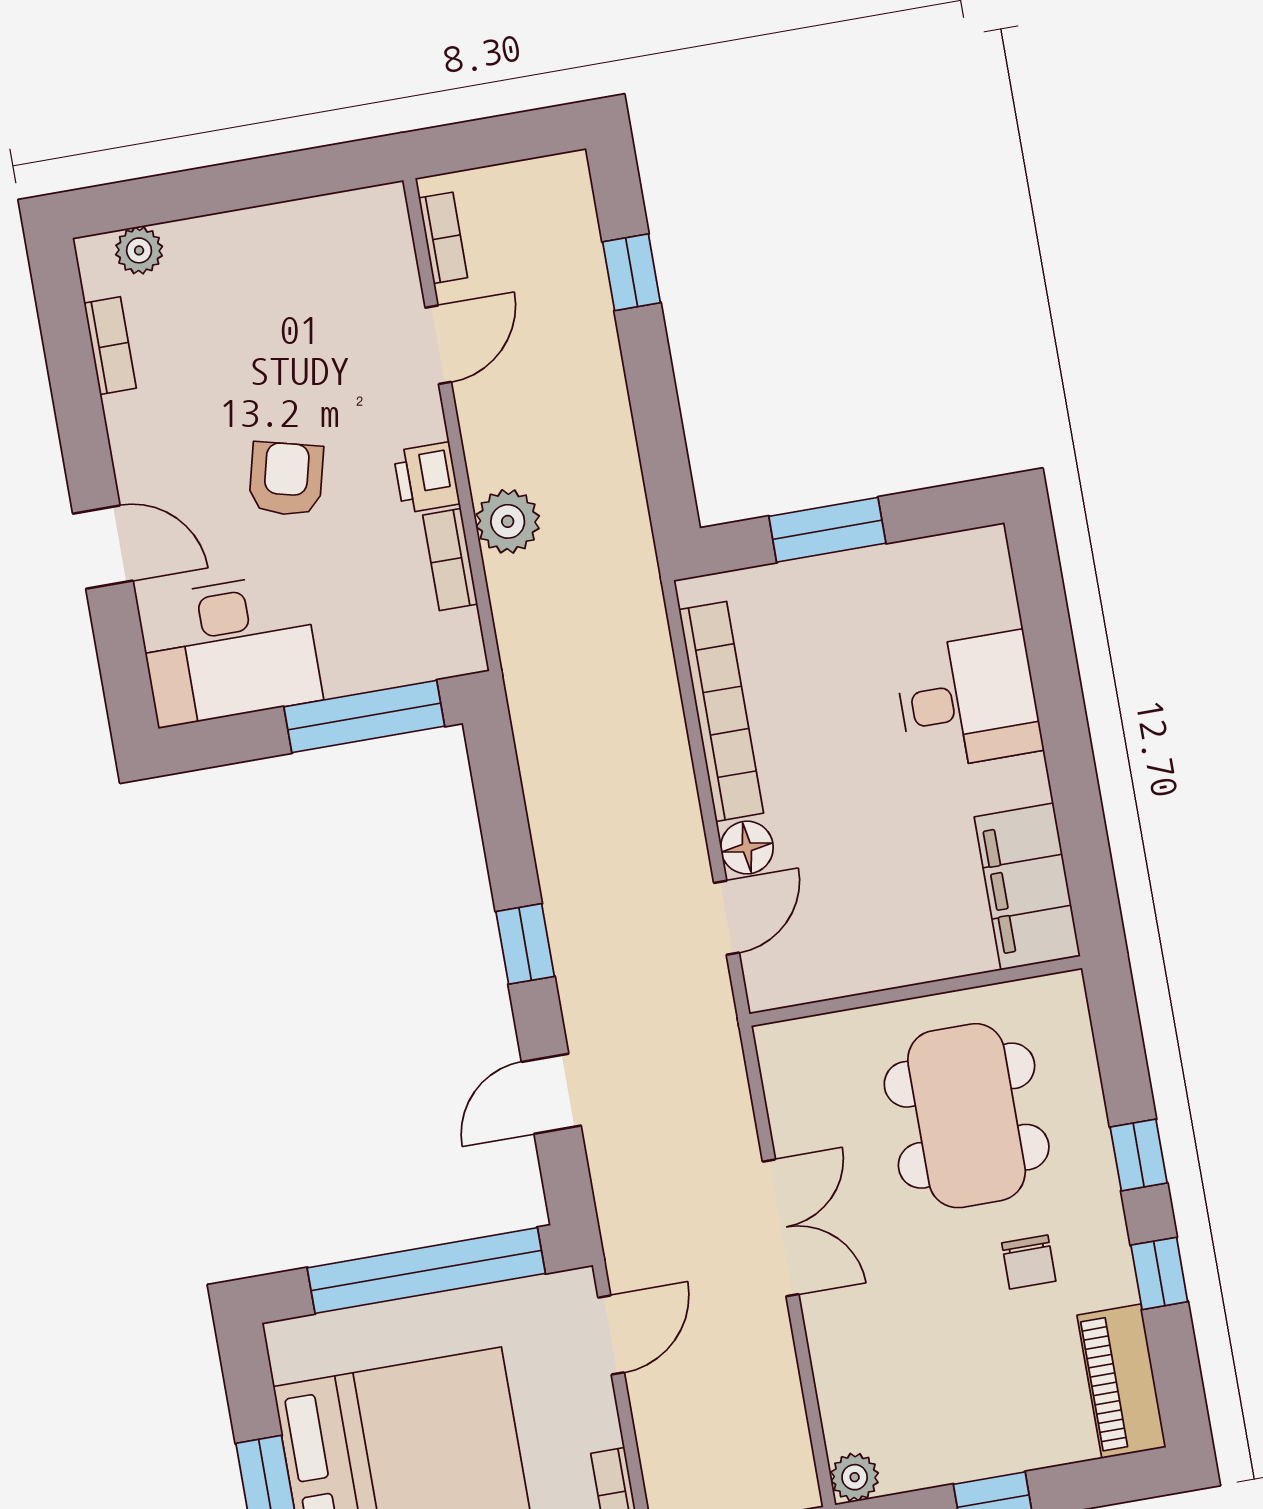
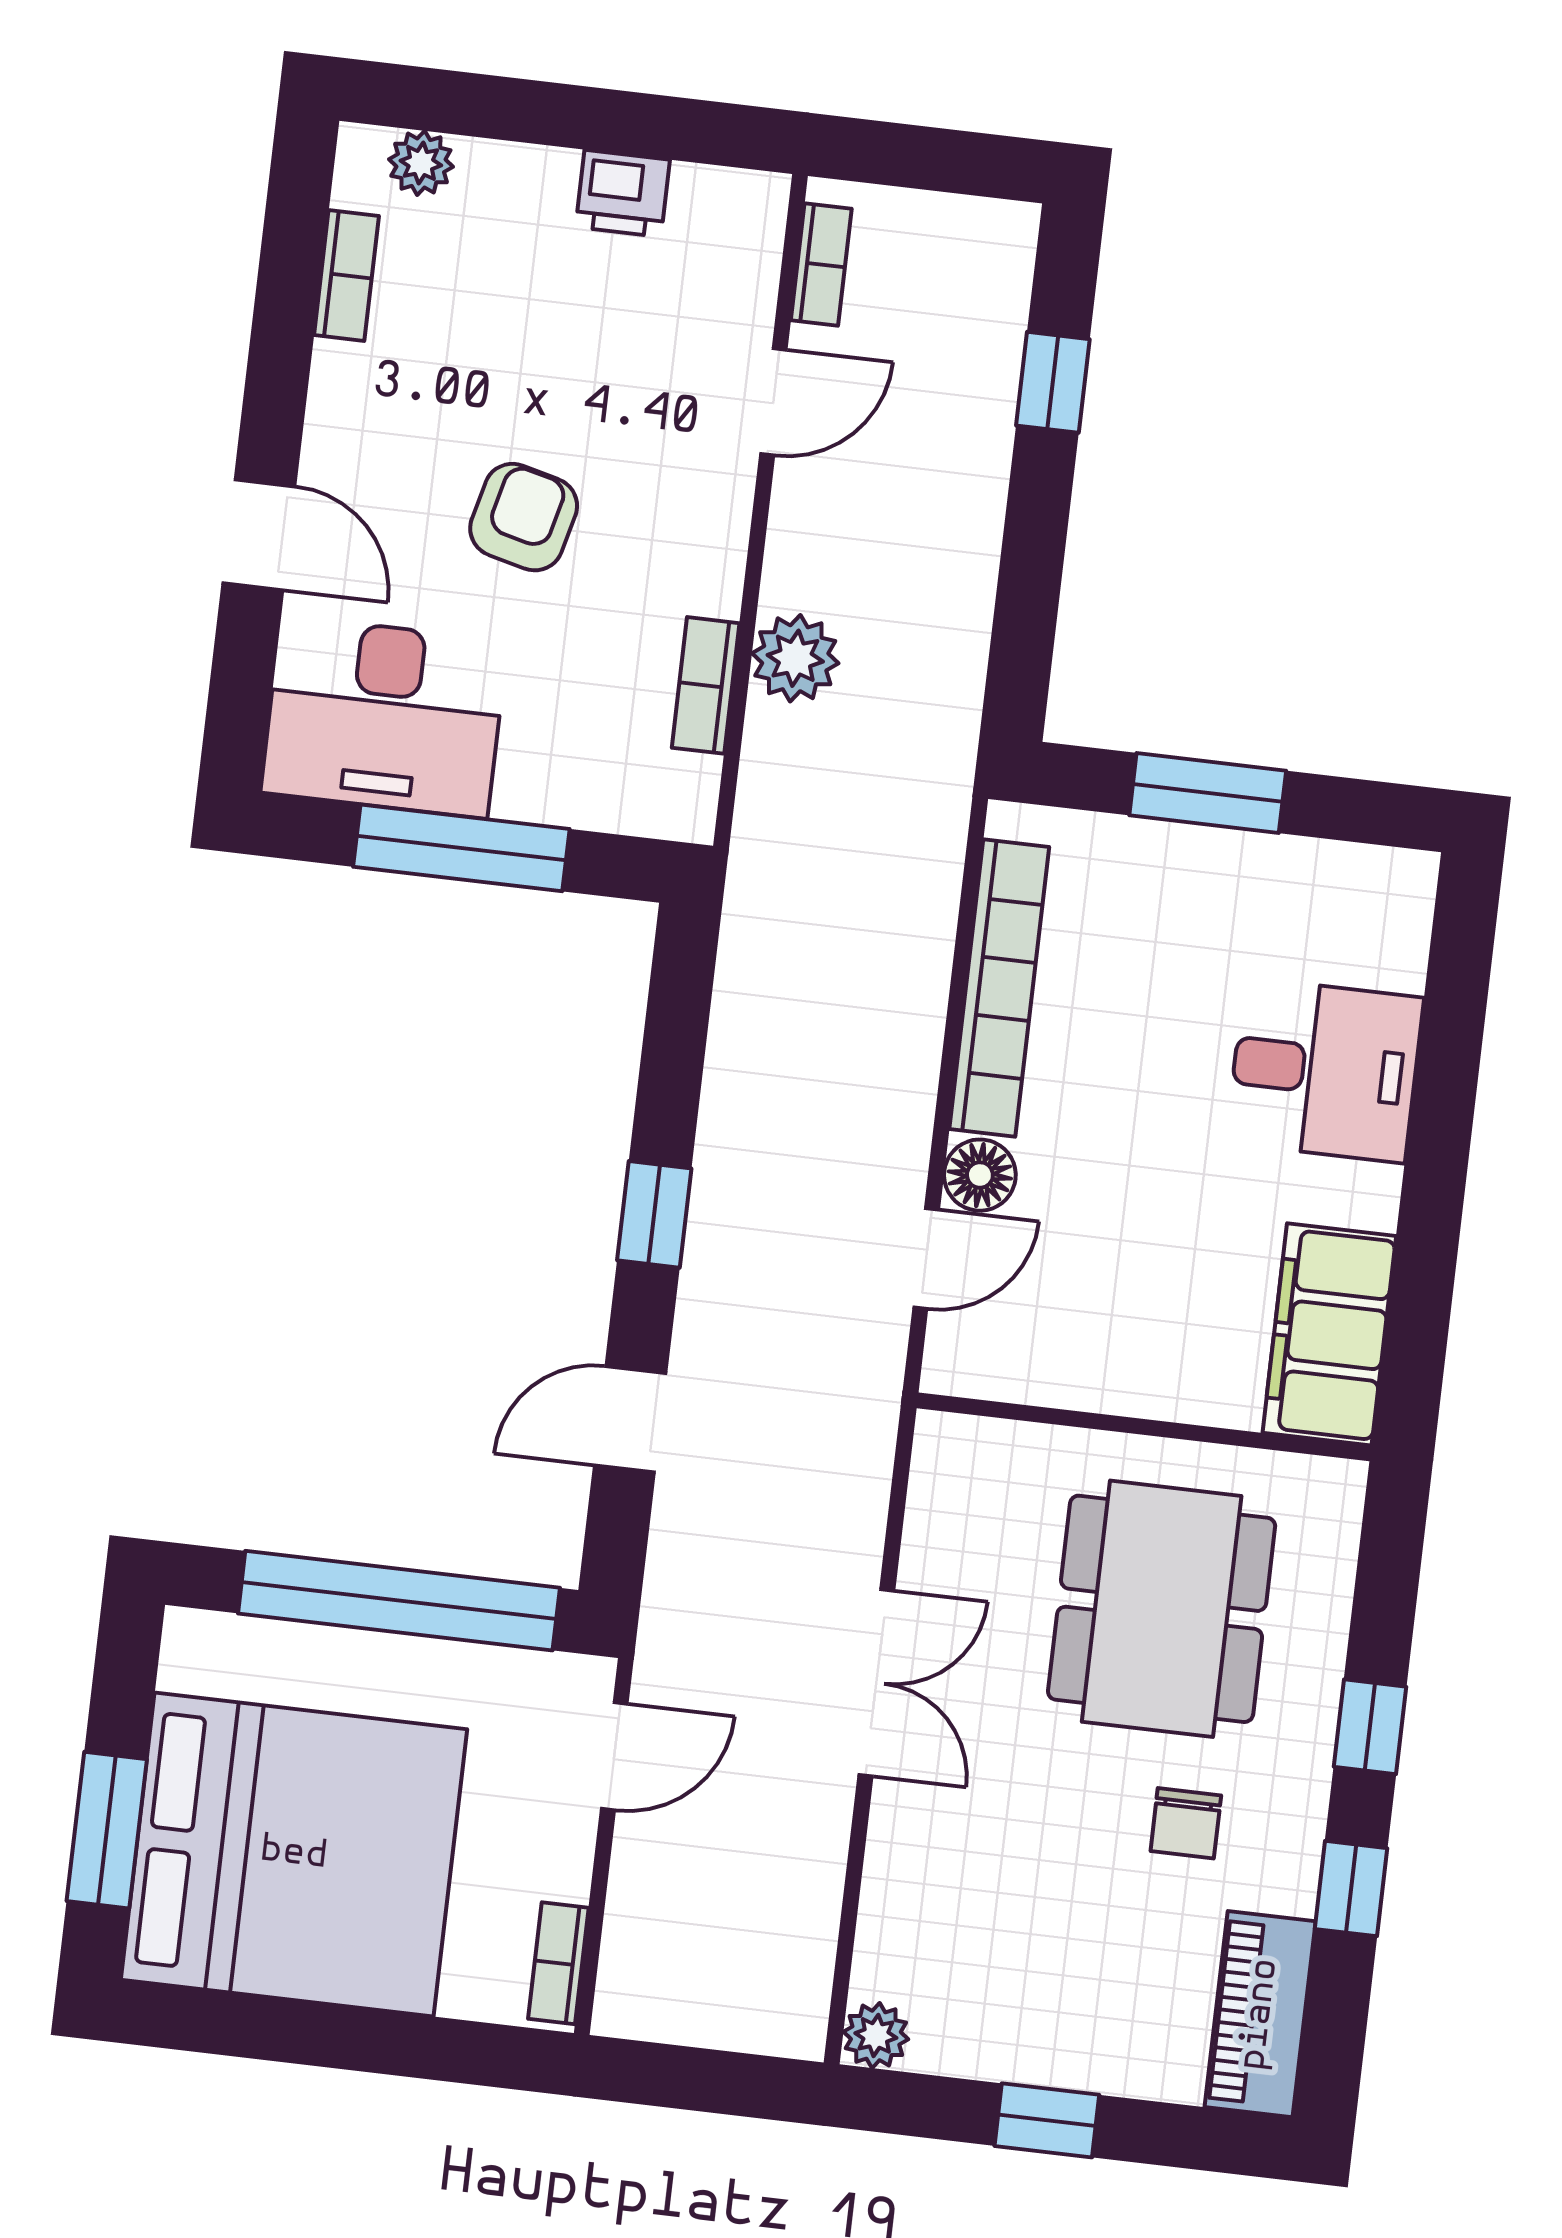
printer: (426, 478) -> (623, 193), moved, turned -90
window: (364, 716) -> (461, 848), moved

